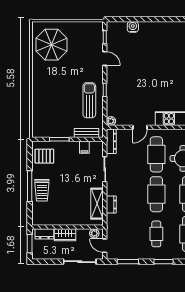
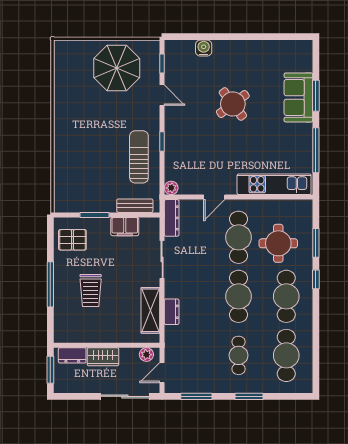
parasol: (52, 45) -> (117, 68), moved
round table: (153, 65) -> (233, 104), added
filing cabinet: (84, 147) -> (125, 227), width x2.00
trolley: (42, 190) -> (91, 290), moved
door: (105, 246) -> (162, 373), hinge flipped

